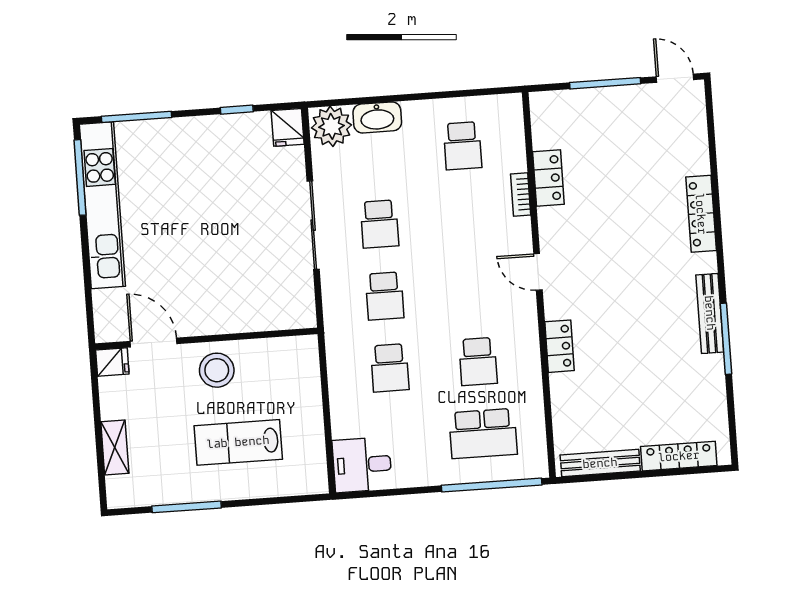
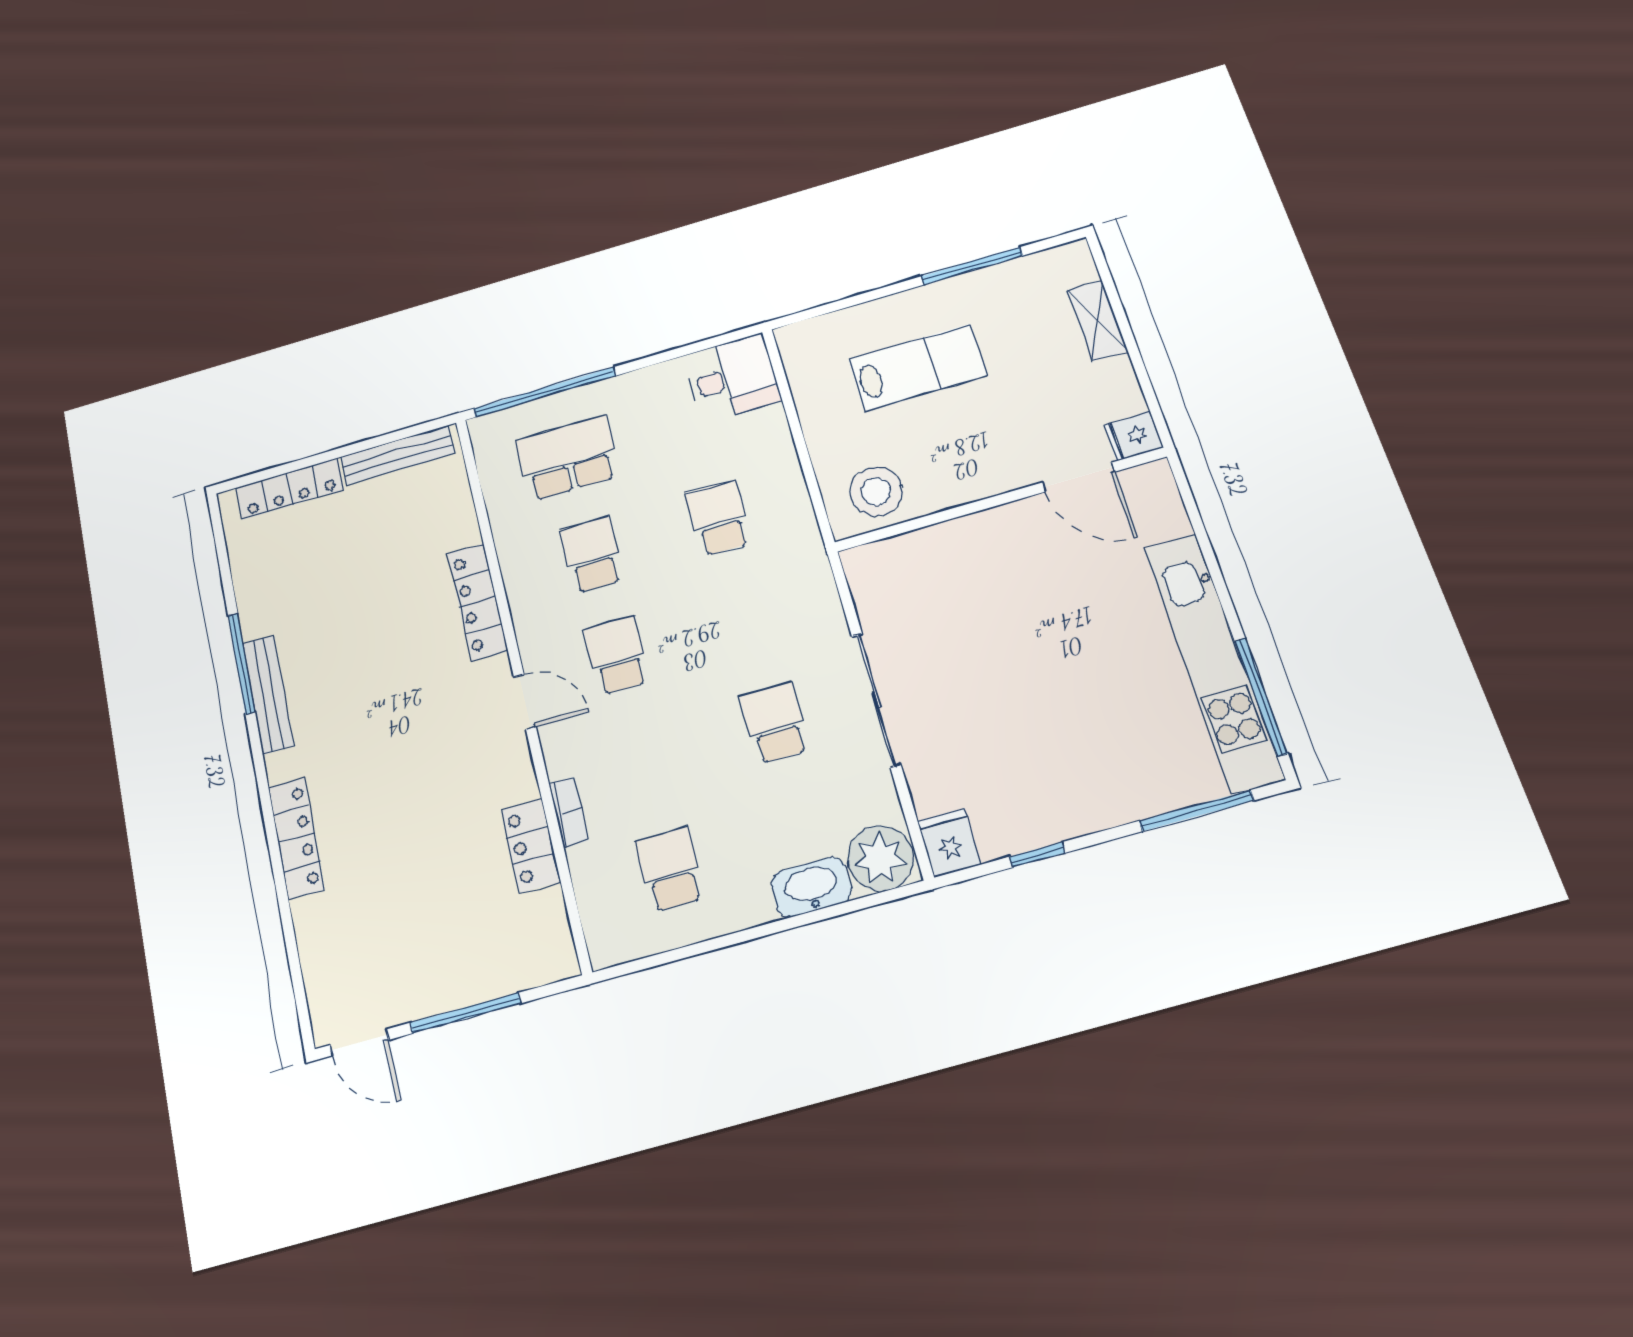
school desk: (385, 296) -> (617, 655), moved
locker: (559, 346) -> (478, 602), width x1.53
stool: (217, 370) -> (876, 491), moved

